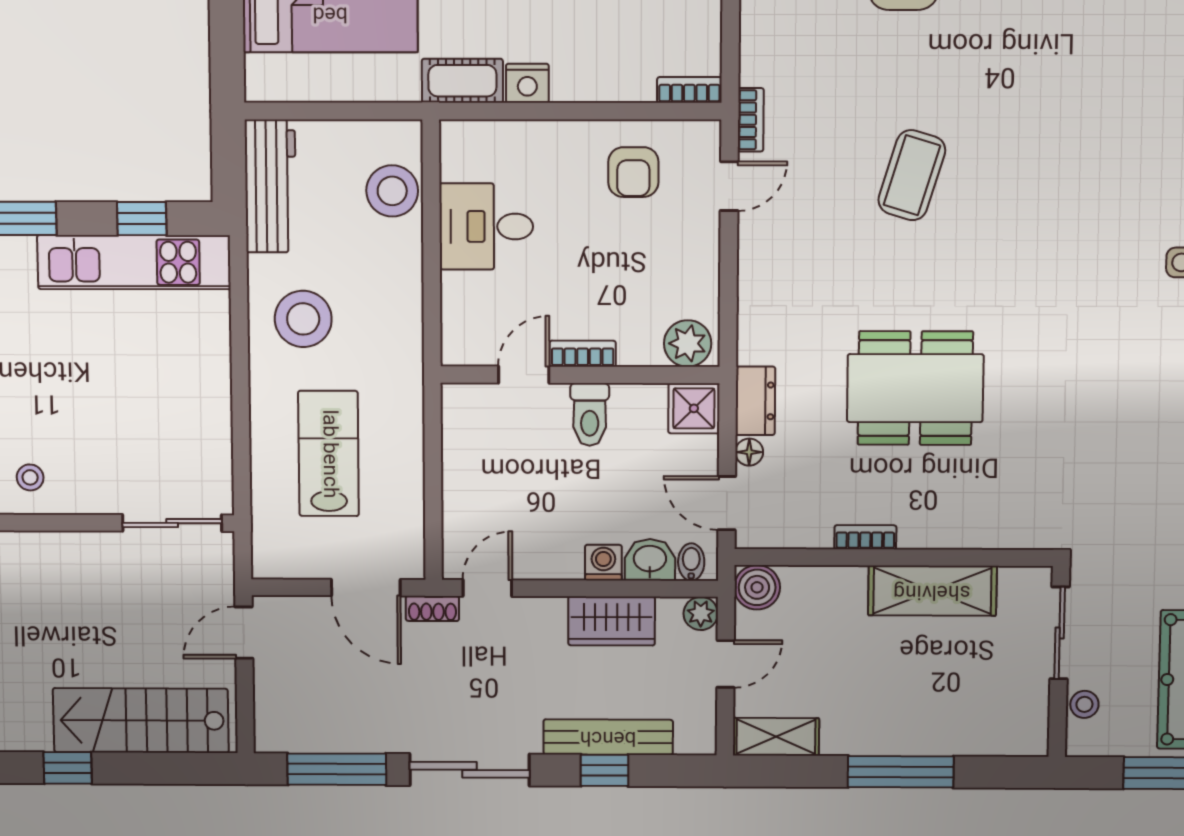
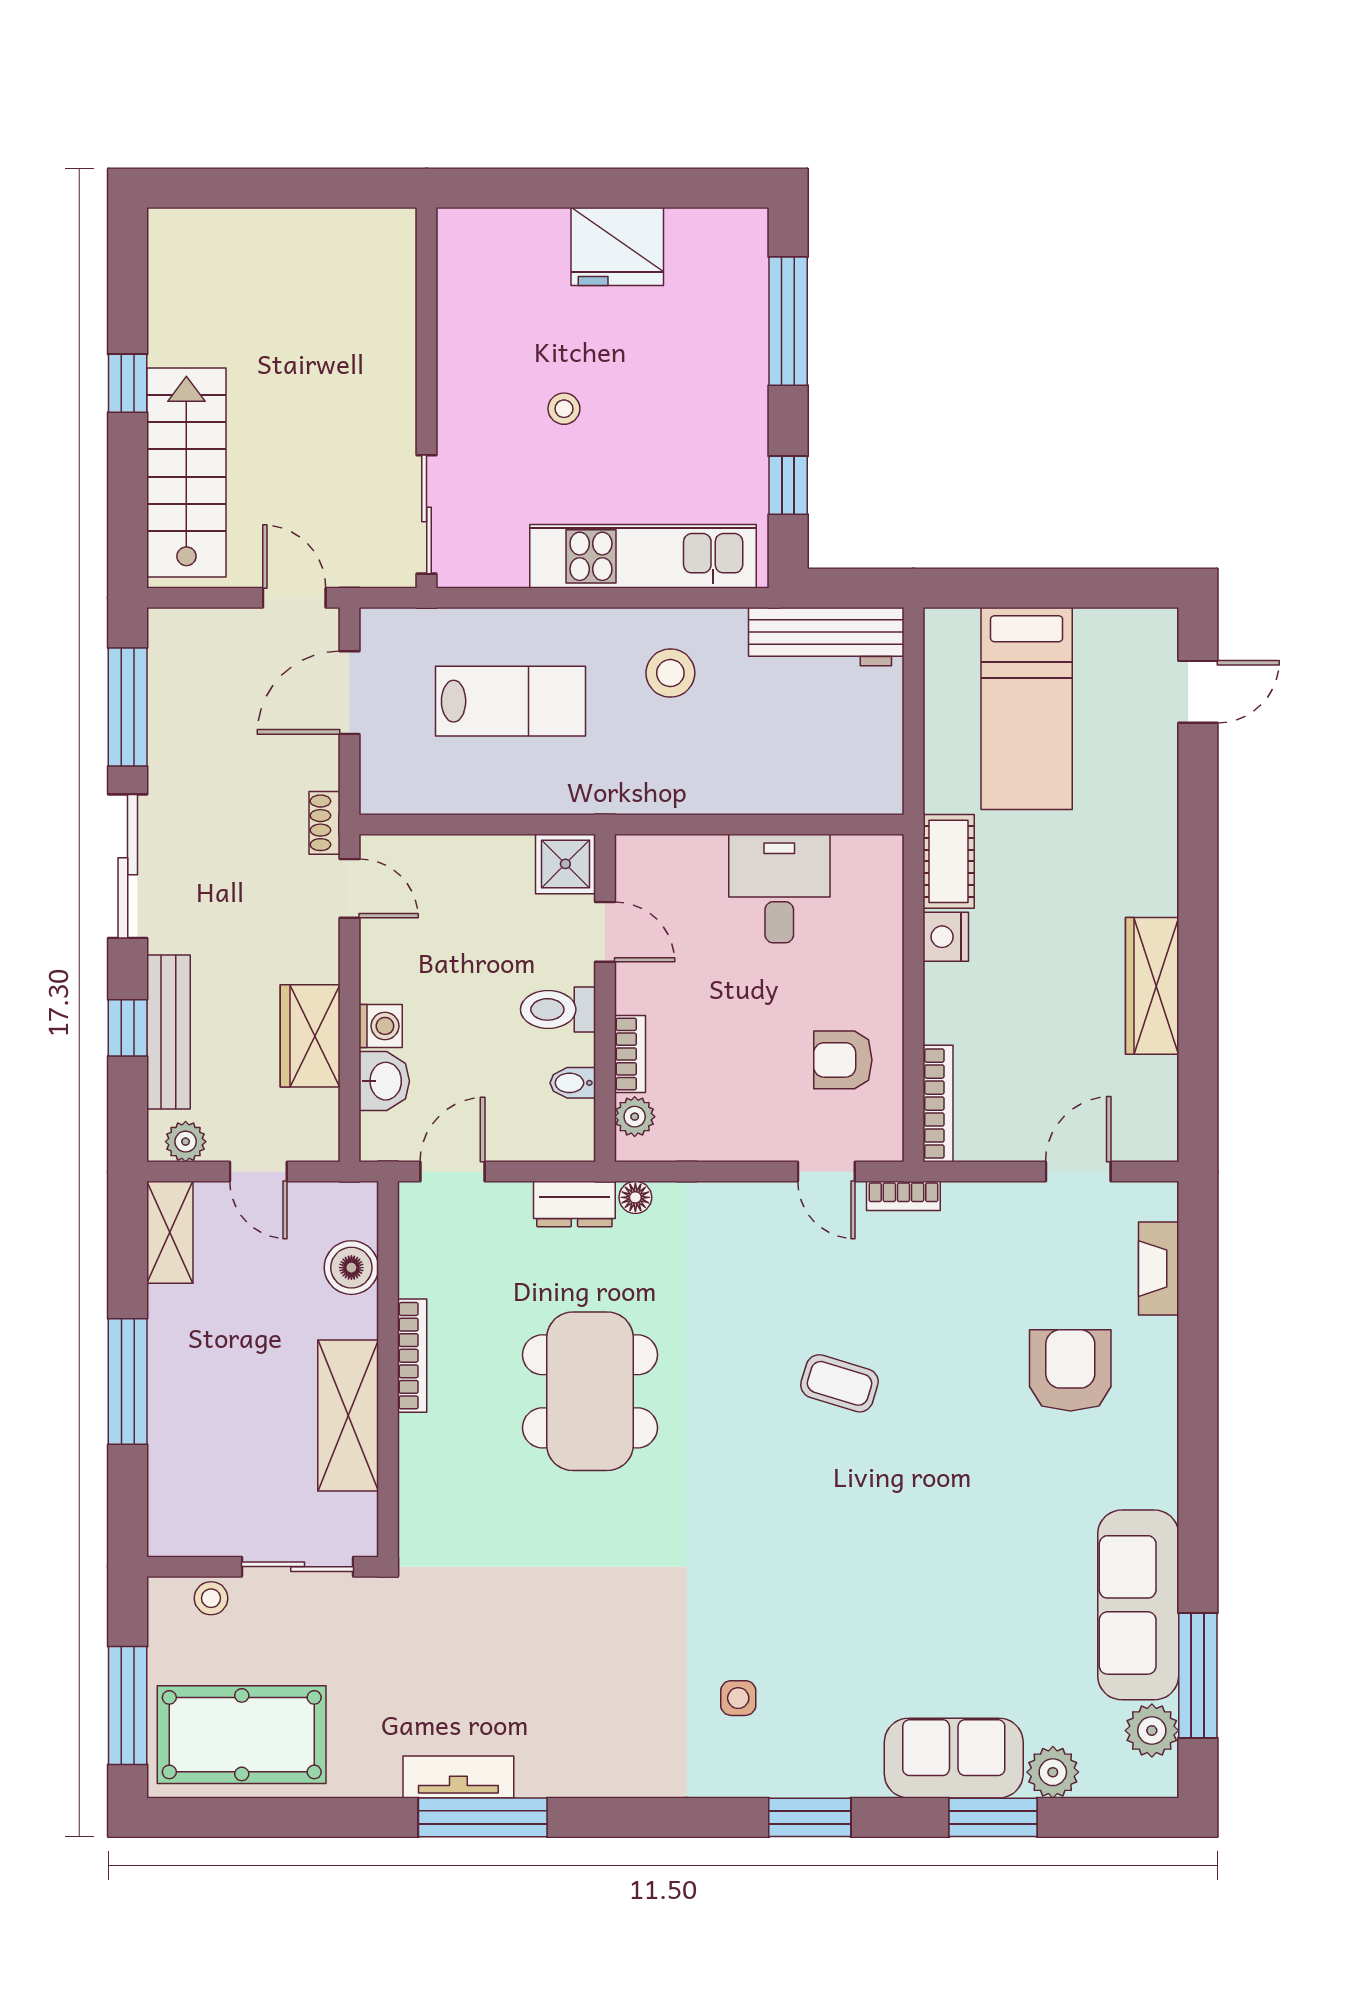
bookcase: (689, 90) -> (938, 1104), width x1.56
coffee table: (912, 175) -> (839, 1383), width x0.73, depth x0.77
stool: (392, 191) -> (821, 779), removed
kitchen unit: (134, 262) -> (643, 556), moved, turned 90
stool: (303, 319) -> (670, 673), width x0.73, depth x0.73
plant: (688, 343) -> (635, 1117), width x0.73, depth x0.73
bookcase: (583, 354) -> (630, 1054), moved
shower: (694, 408) -> (565, 864), moved
floor lamp: (749, 452) -> (635, 1197), moved
stool: (30, 477) -> (564, 409), moved
bookcase: (865, 537) -> (412, 1356), width x1.56
bidet: (691, 562) -> (573, 1083), moved, turned 180
boiler: (757, 587) -> (351, 1268), moved
door: (366, 588) -> (349, 693), moved
plant: (701, 613) -> (186, 1142), moved

